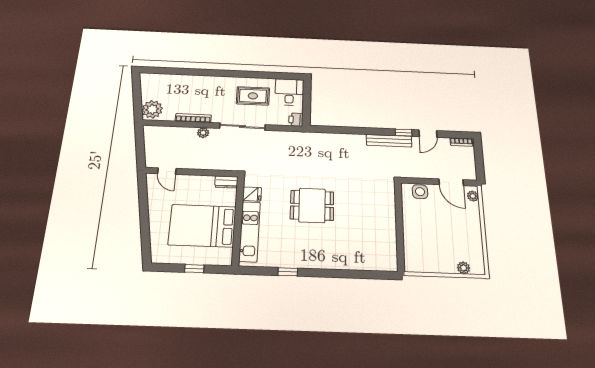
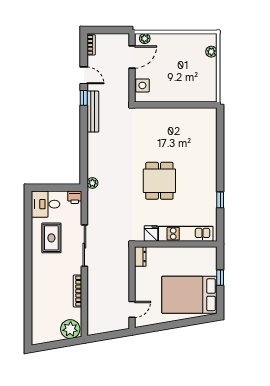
plant: (203, 133) -> (92, 183), moved
bed: (202, 226) -> (189, 295), moved, turned 90

